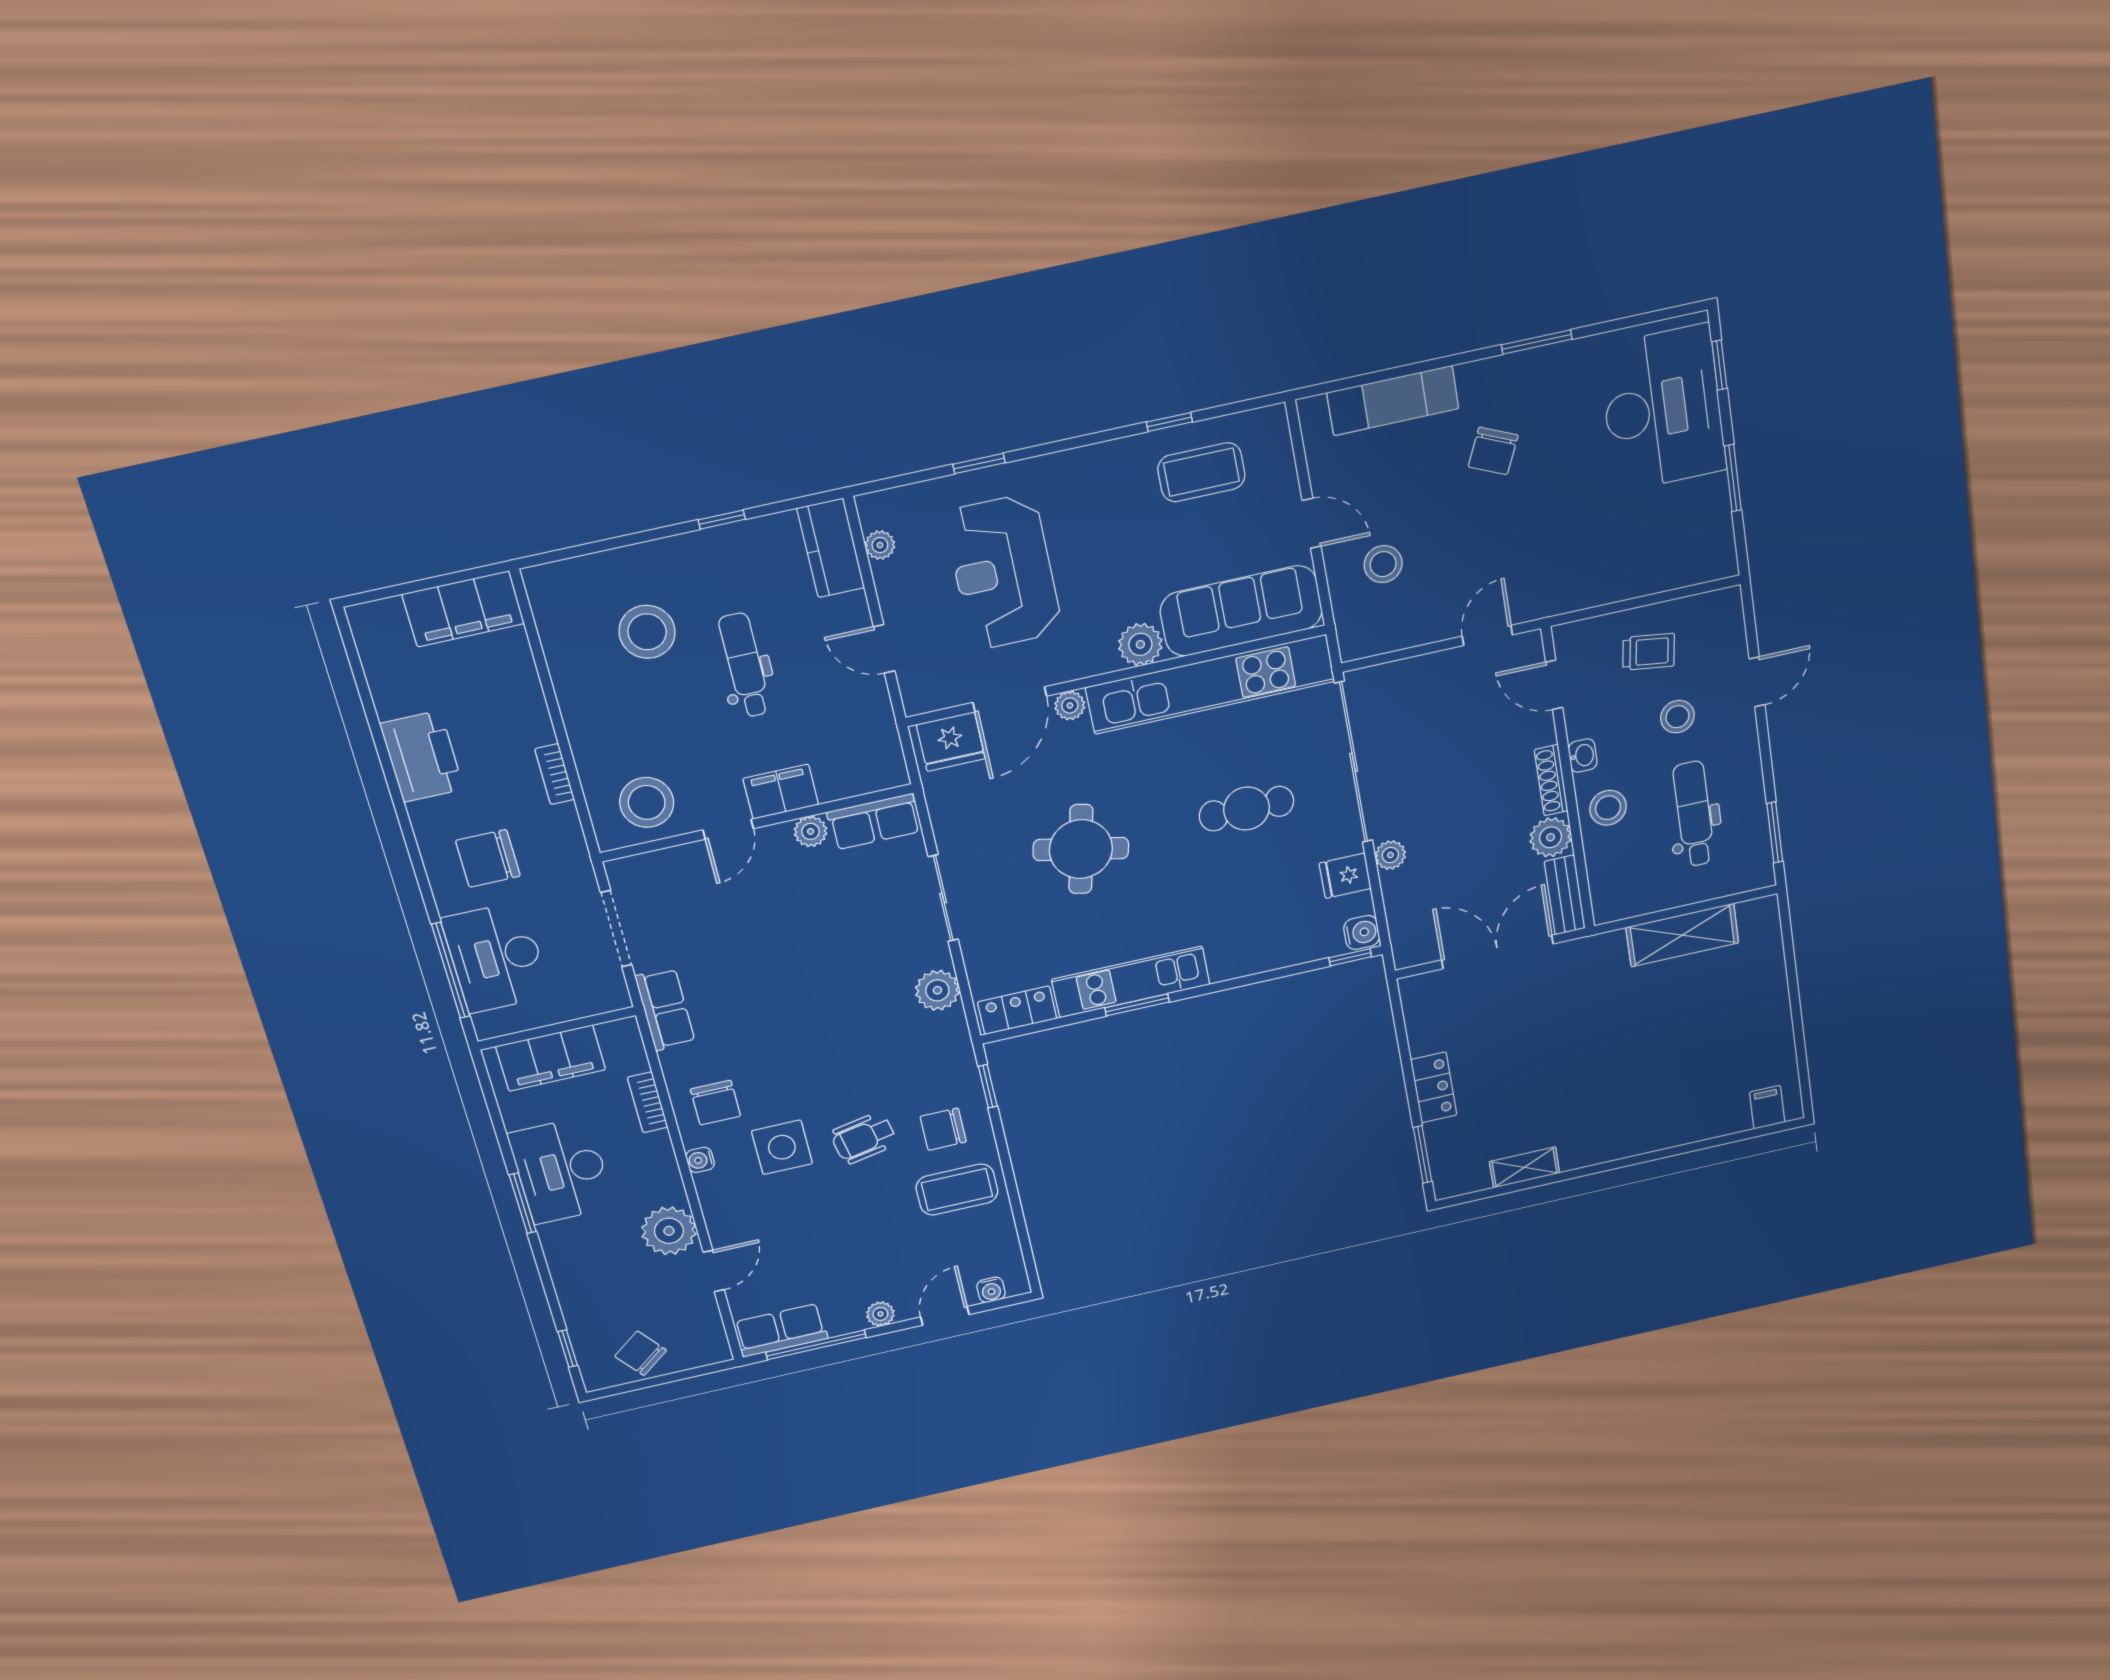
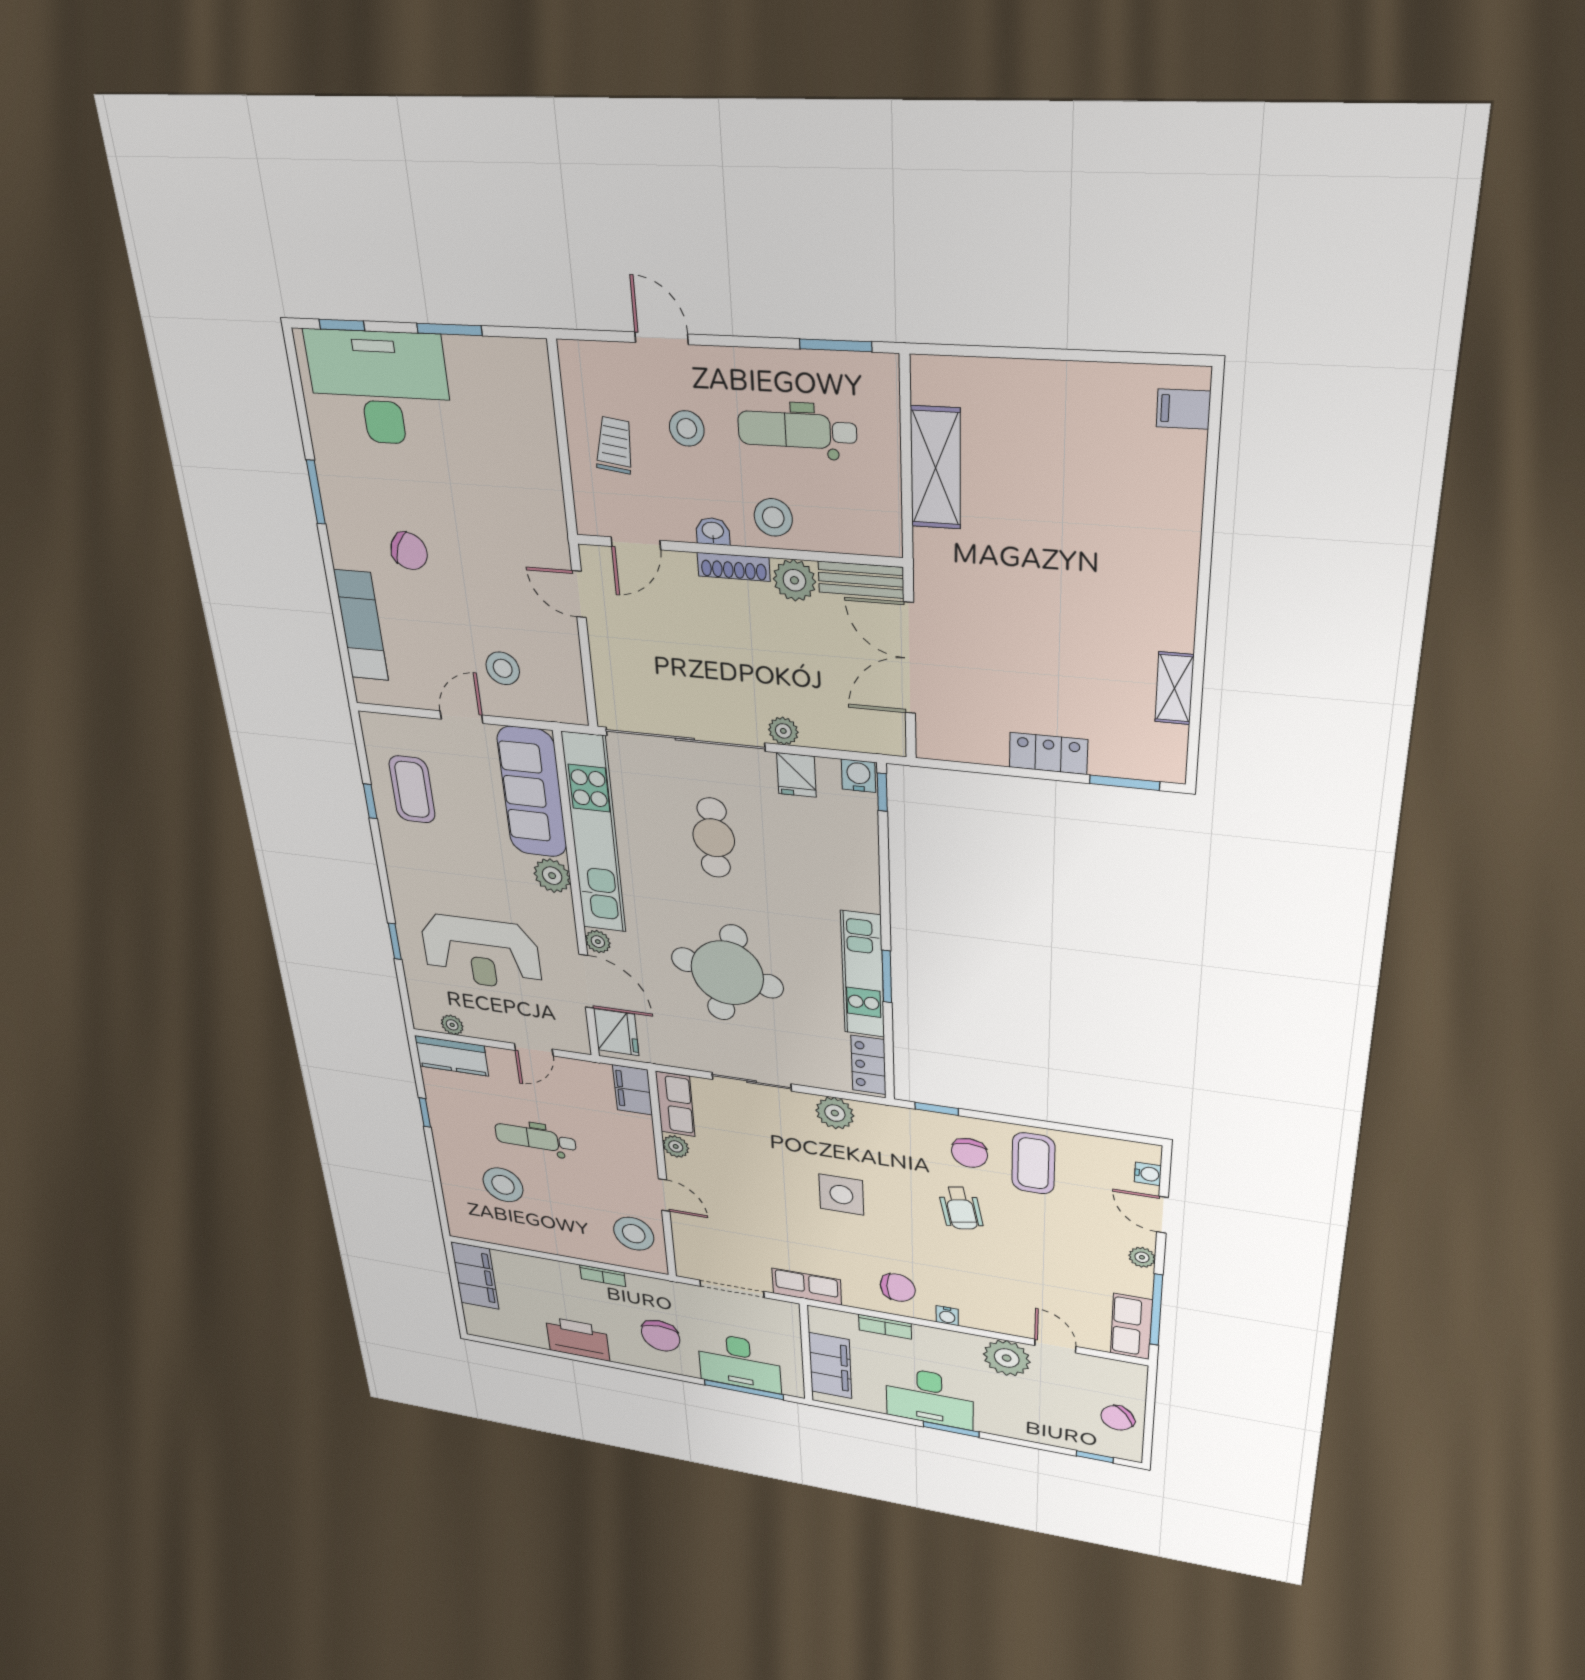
filing cabinet: (781, 792) -> (633, 1090), moved
round table: (1081, 849) -> (727, 973), width x1.36, depth x1.36
side table: (782, 1147) -> (841, 1195), moved

